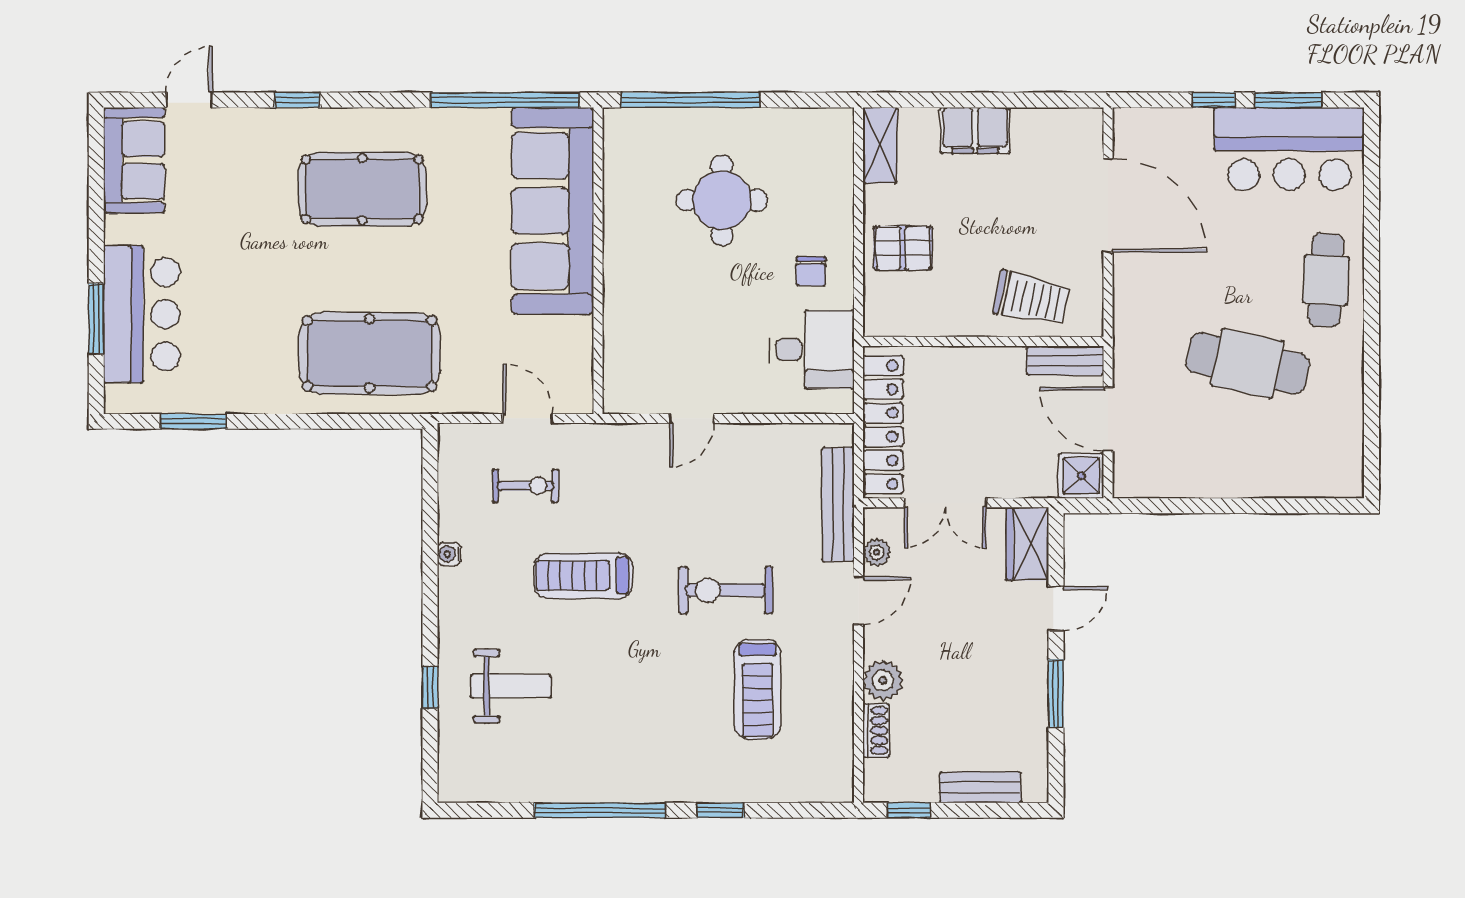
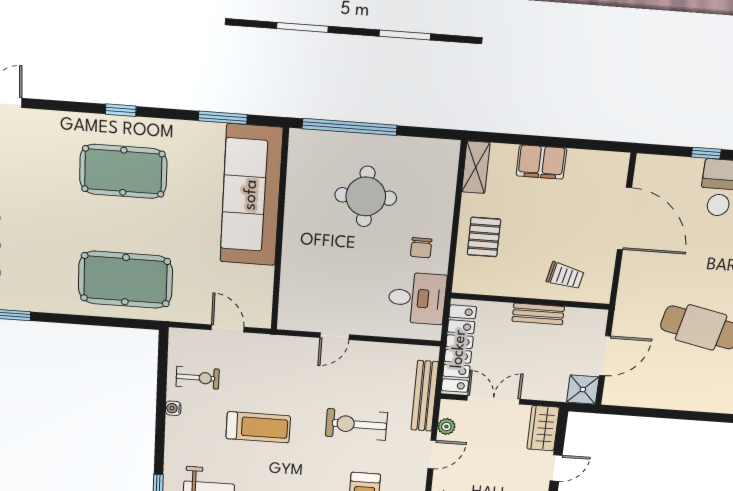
window: (297, 100) -> (121, 110), moved
window: (505, 100) -> (223, 118), width x0.47
pallet: (903, 248) -> (484, 237), turned 90
trolley: (1031, 298) -> (565, 276), width x0.73, depth x0.72
bench: (1065, 360) -> (538, 314), moved
door: (1108, 419) -> (605, 356), swing flipped
exercise bike: (526, 486) -> (198, 378), moved
double door: (945, 503) -> (493, 400), swing flipped
treadmill: (583, 576) -> (258, 427), turned 180
exercise bike: (726, 590) -> (356, 424), moved

